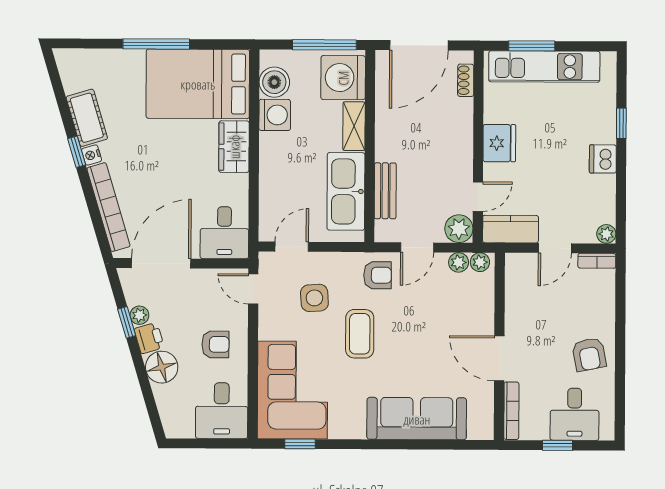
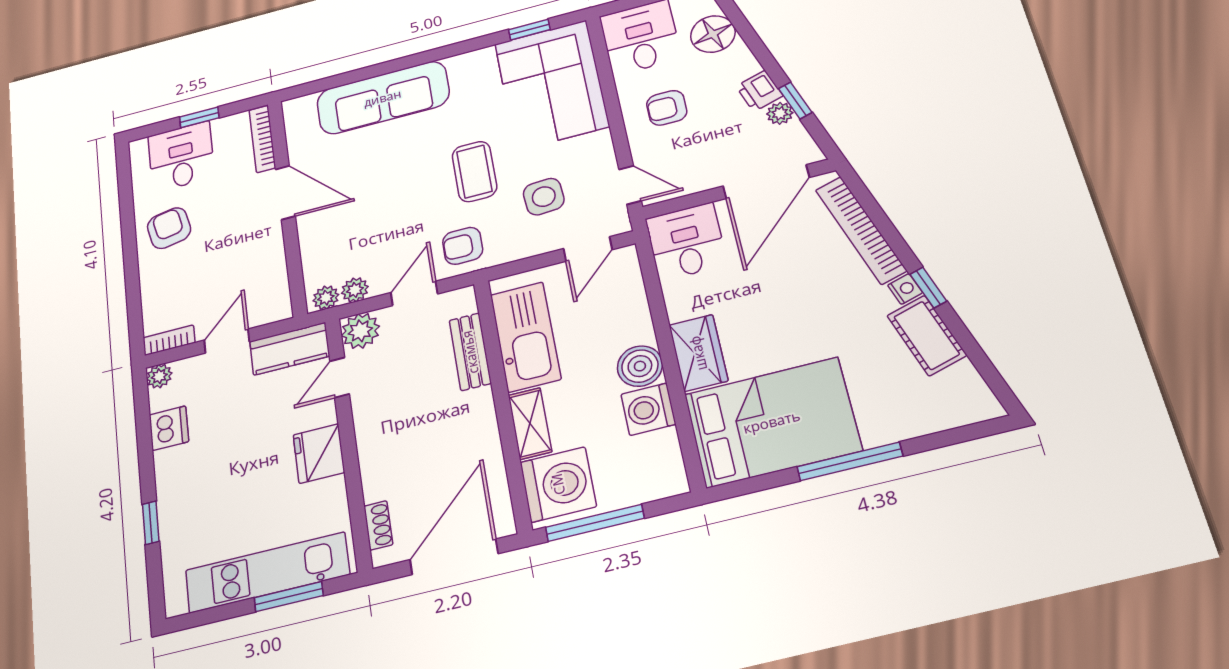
boiler: (274, 82) -> (640, 366), moved
dishwasher: (603, 159) -> (169, 428), moved
floor lamp: (162, 367) -> (713, 34), moved

